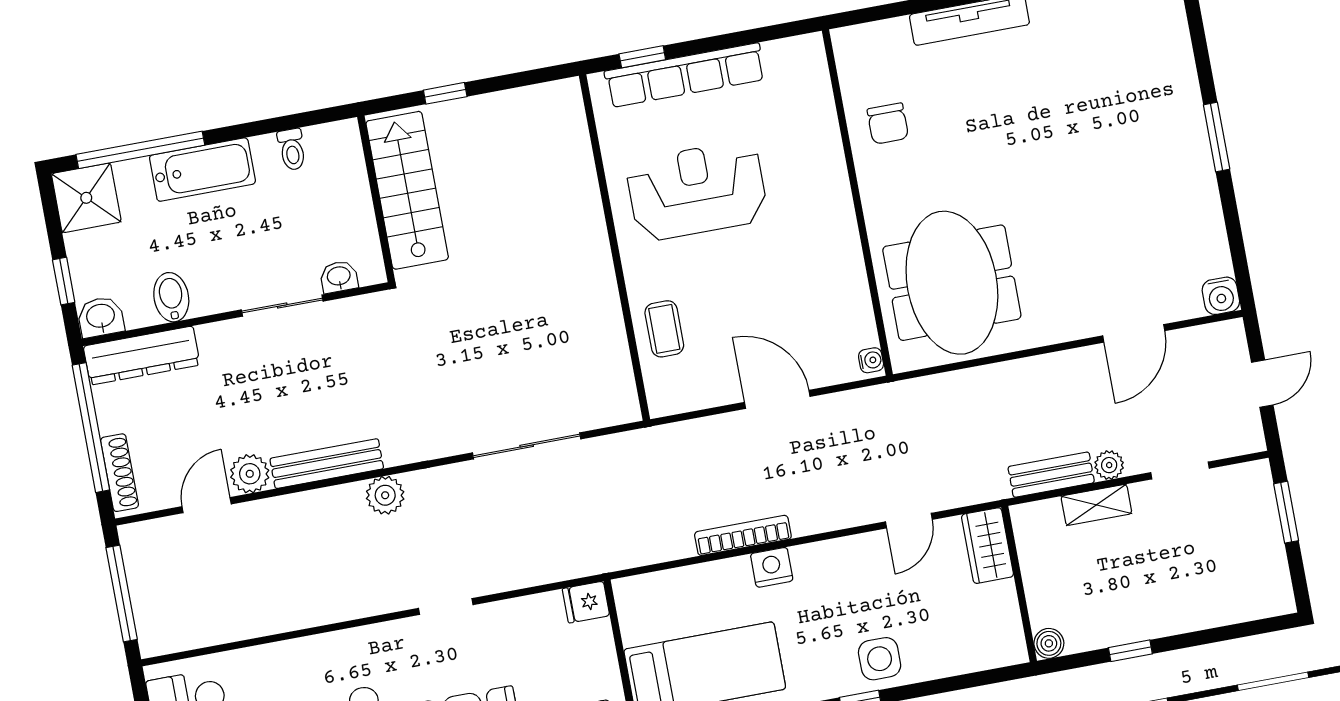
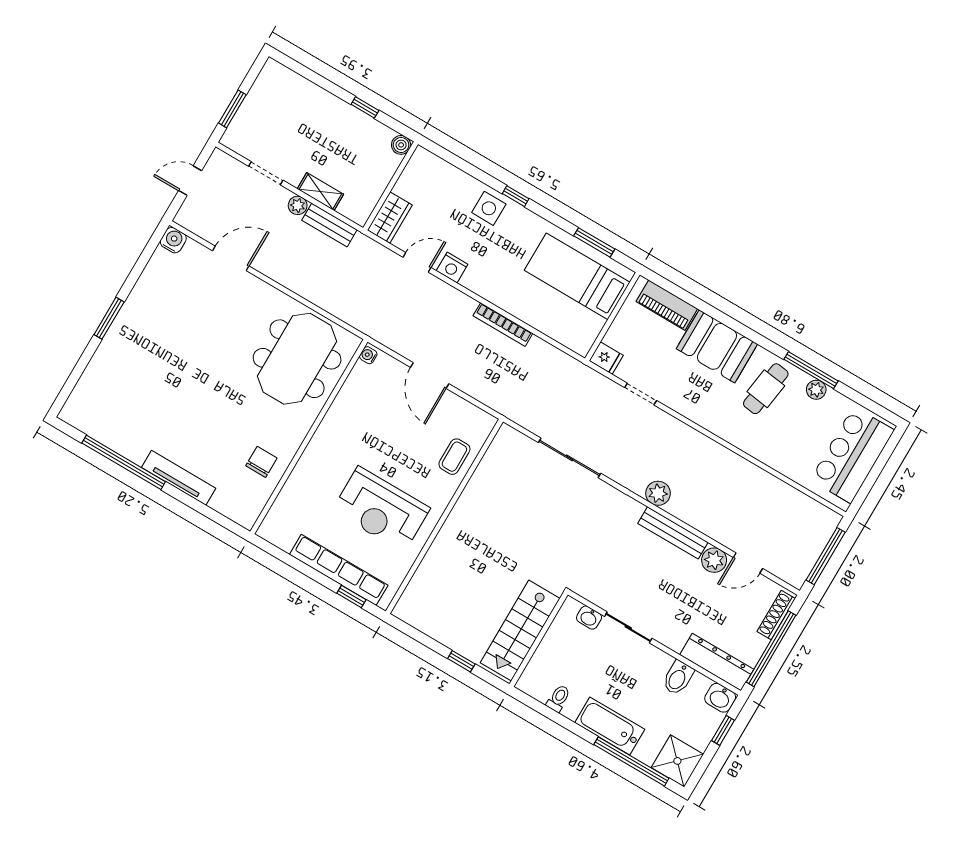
nightstand: (772, 567) -> (452, 268), moved
doorway: (446, 607) -> (641, 394), moved

